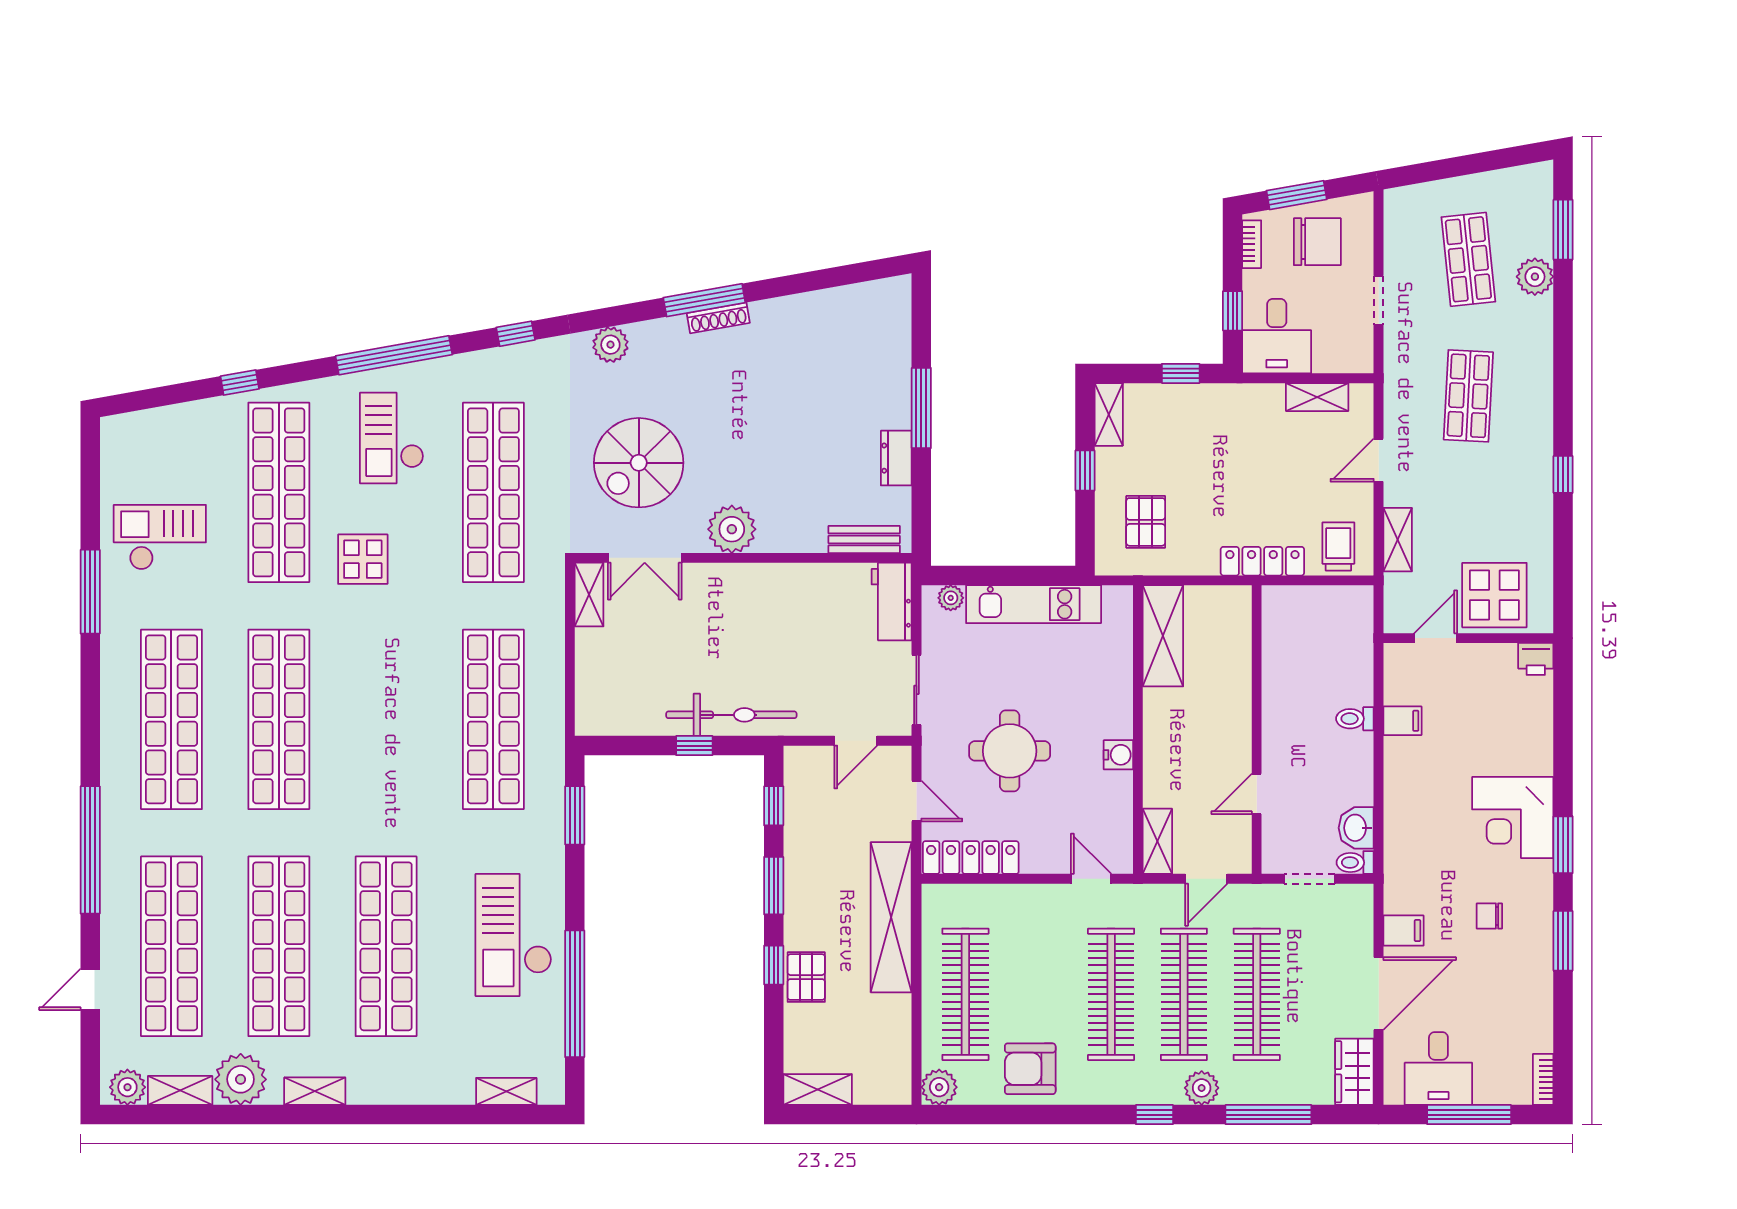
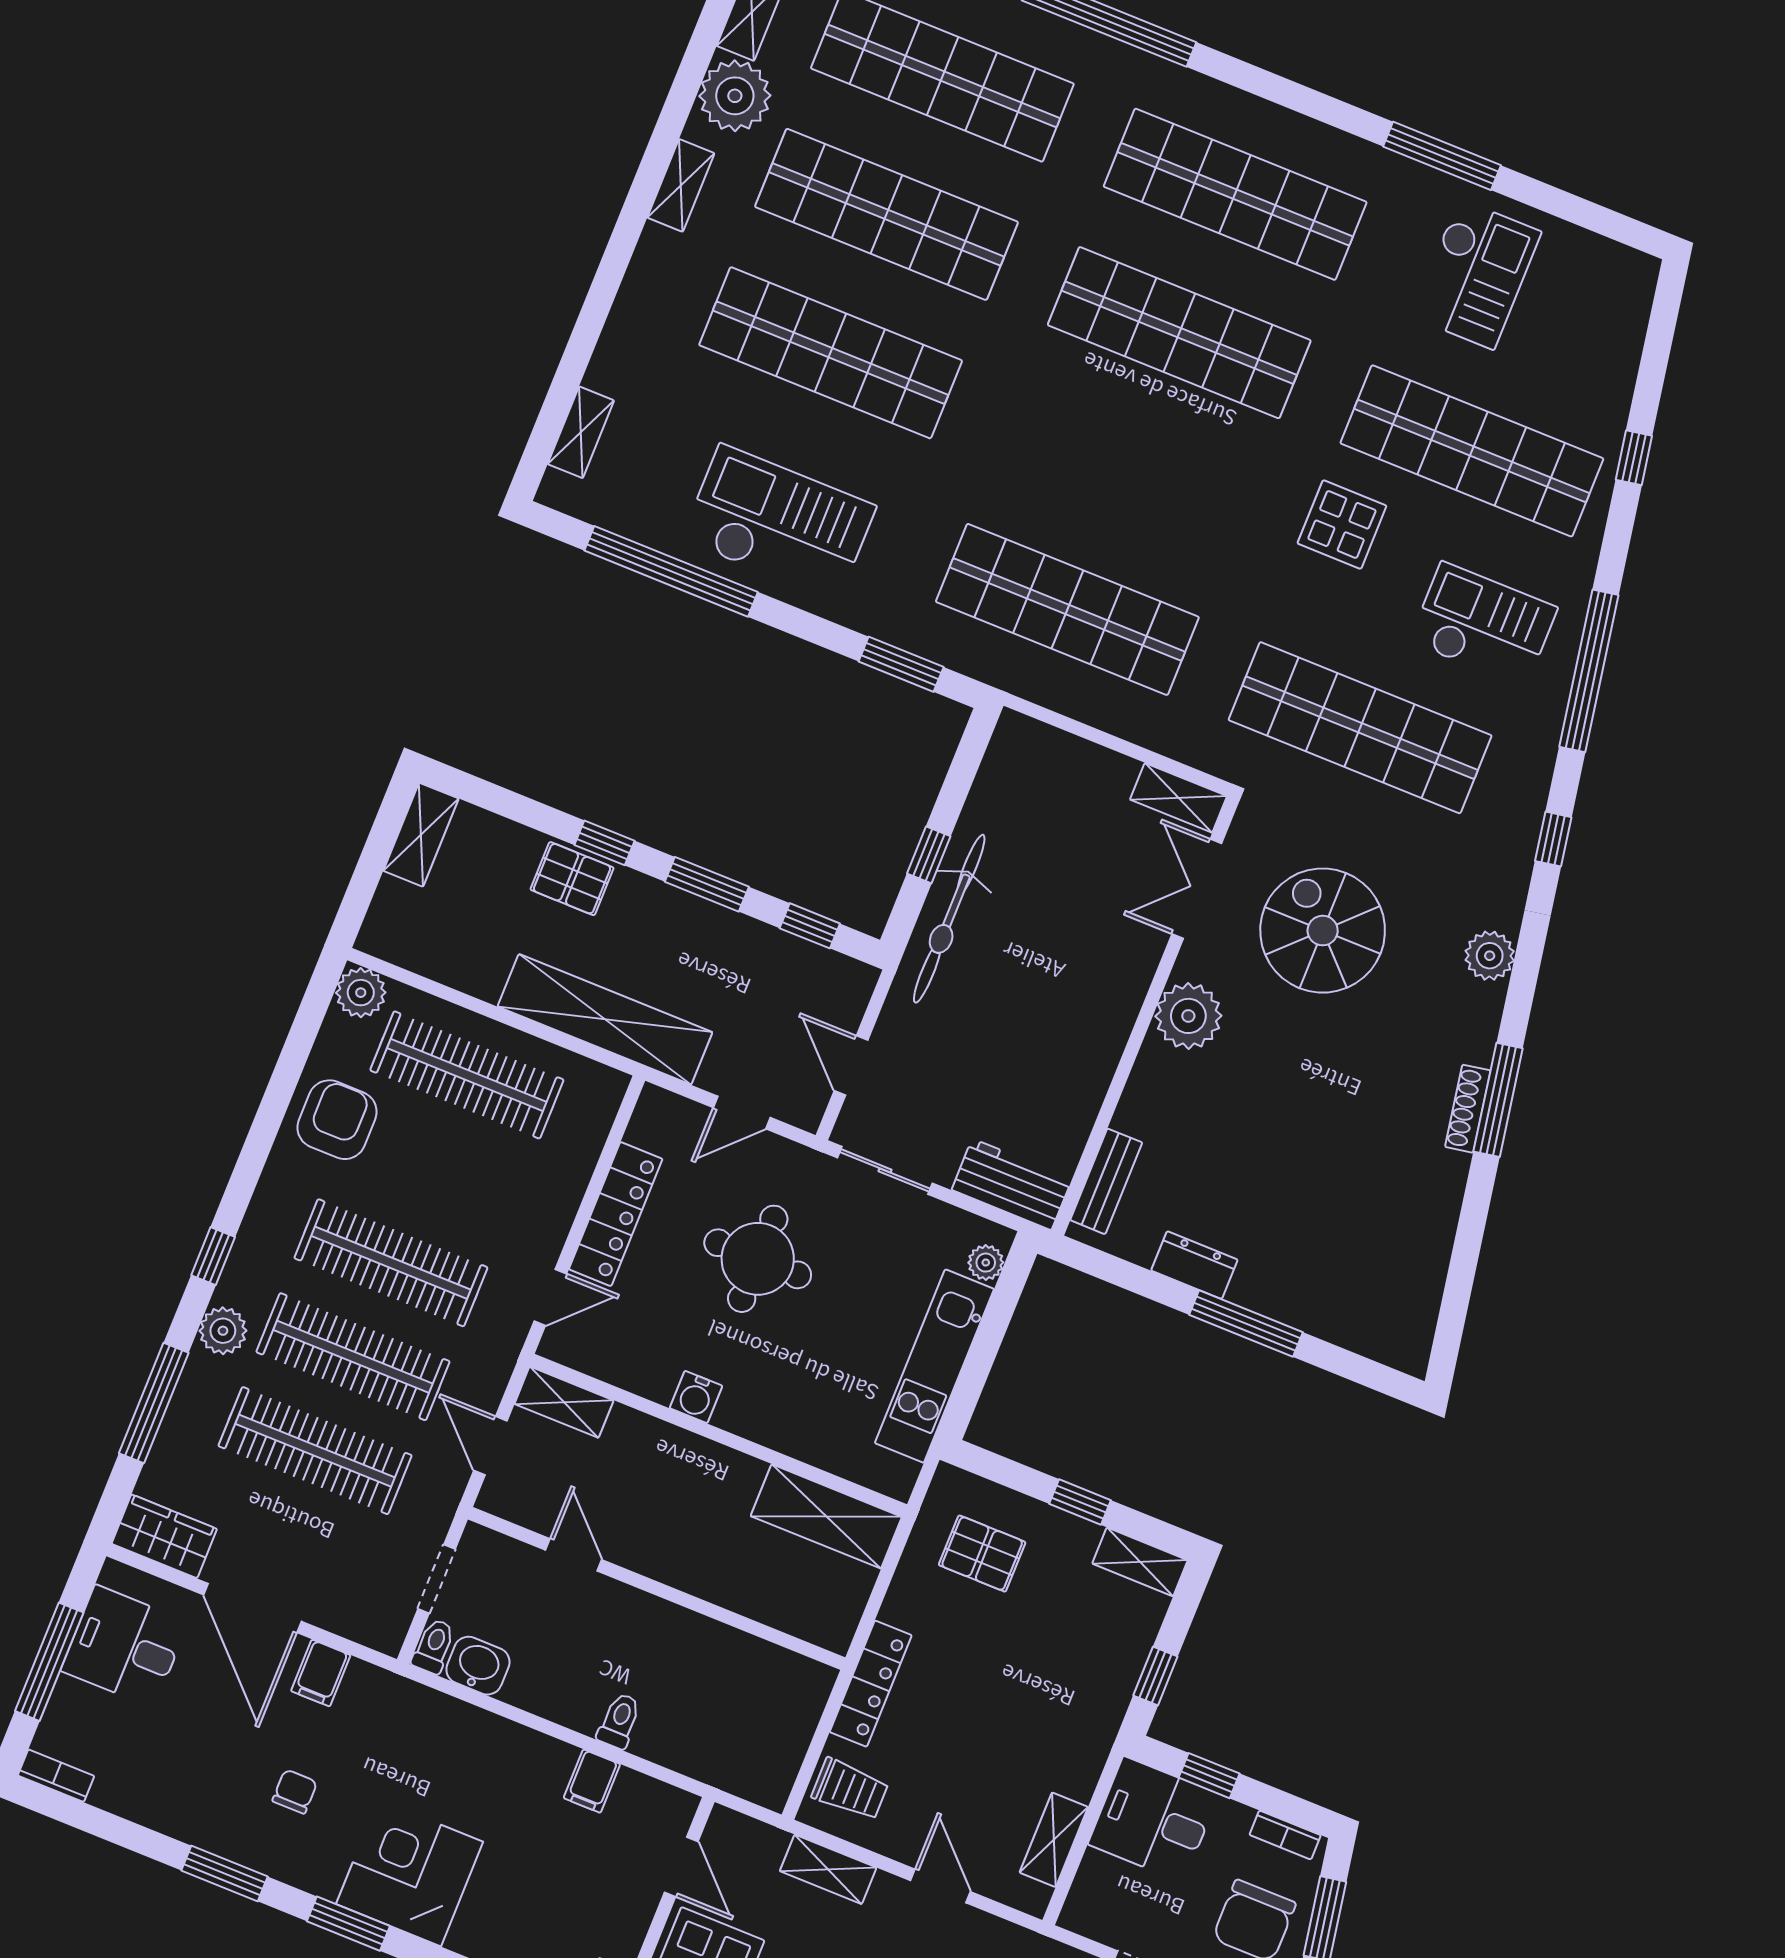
locker: (971, 858) -> (616, 1214), moved

